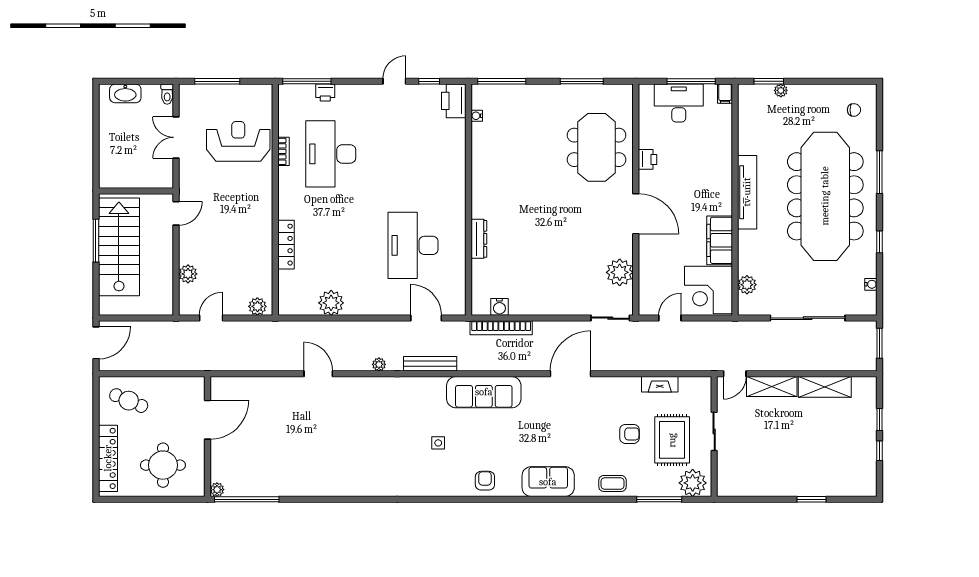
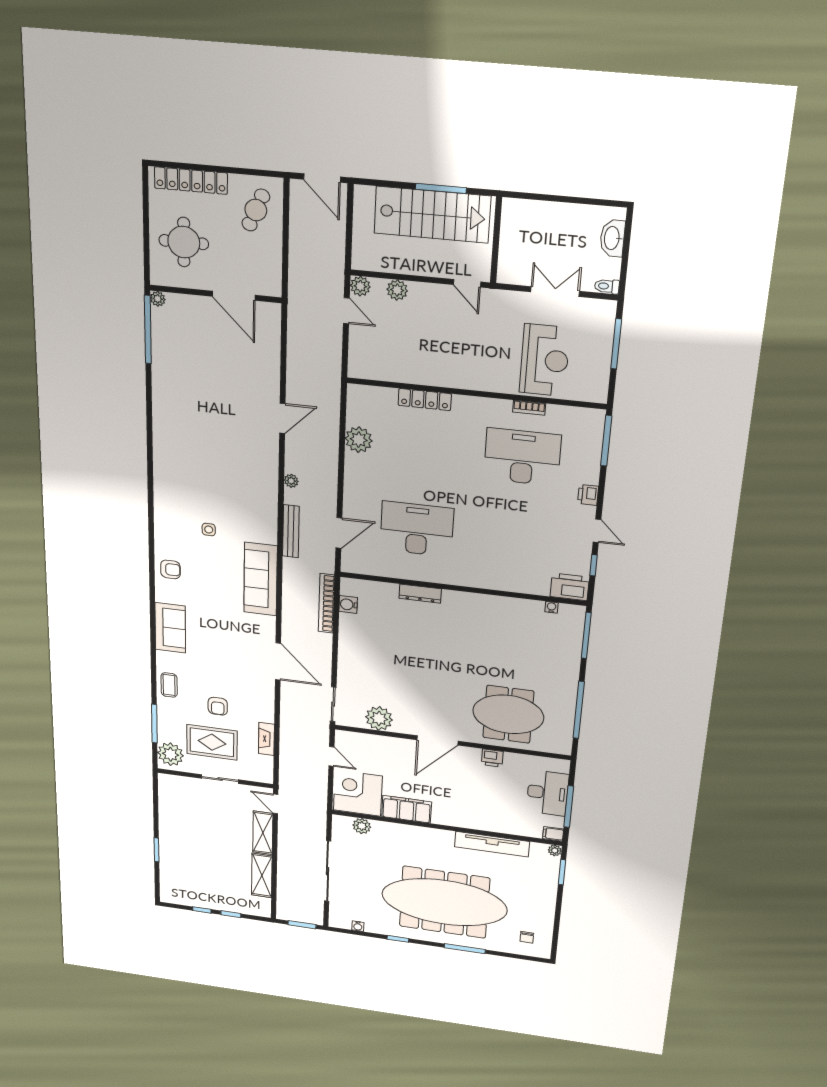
window: (582, 81) -> (579, 710), width x1.46
plant: (781, 90) -> (555, 850), moved
printer: (325, 92) -> (588, 495), moved
tv unit: (747, 192) -> (492, 844), moved
plant: (257, 306) -> (360, 286), moved

